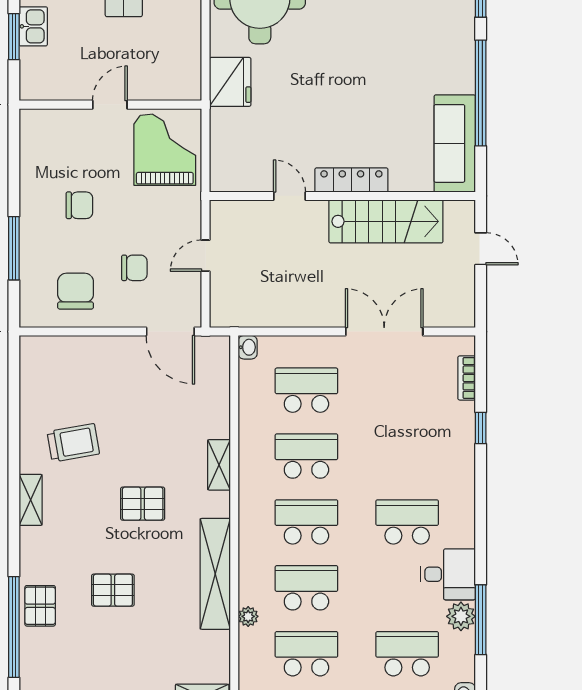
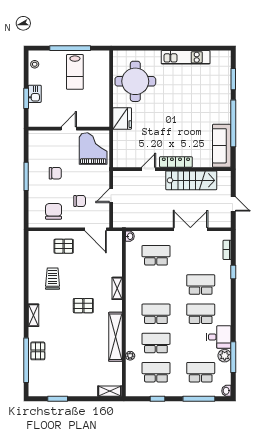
door: (290, 196) -> (148, 169), hinge flipped
window: (14, 248) -> (26, 176), moved
door: (481, 249) -> (233, 204), moved
trolley: (73, 443) -> (53, 279), turned -80
school desk: (306, 456) -> (201, 284), moved
shelving: (31, 500) -> (34, 315), moved
pallet: (113, 590) -> (64, 246), moved

